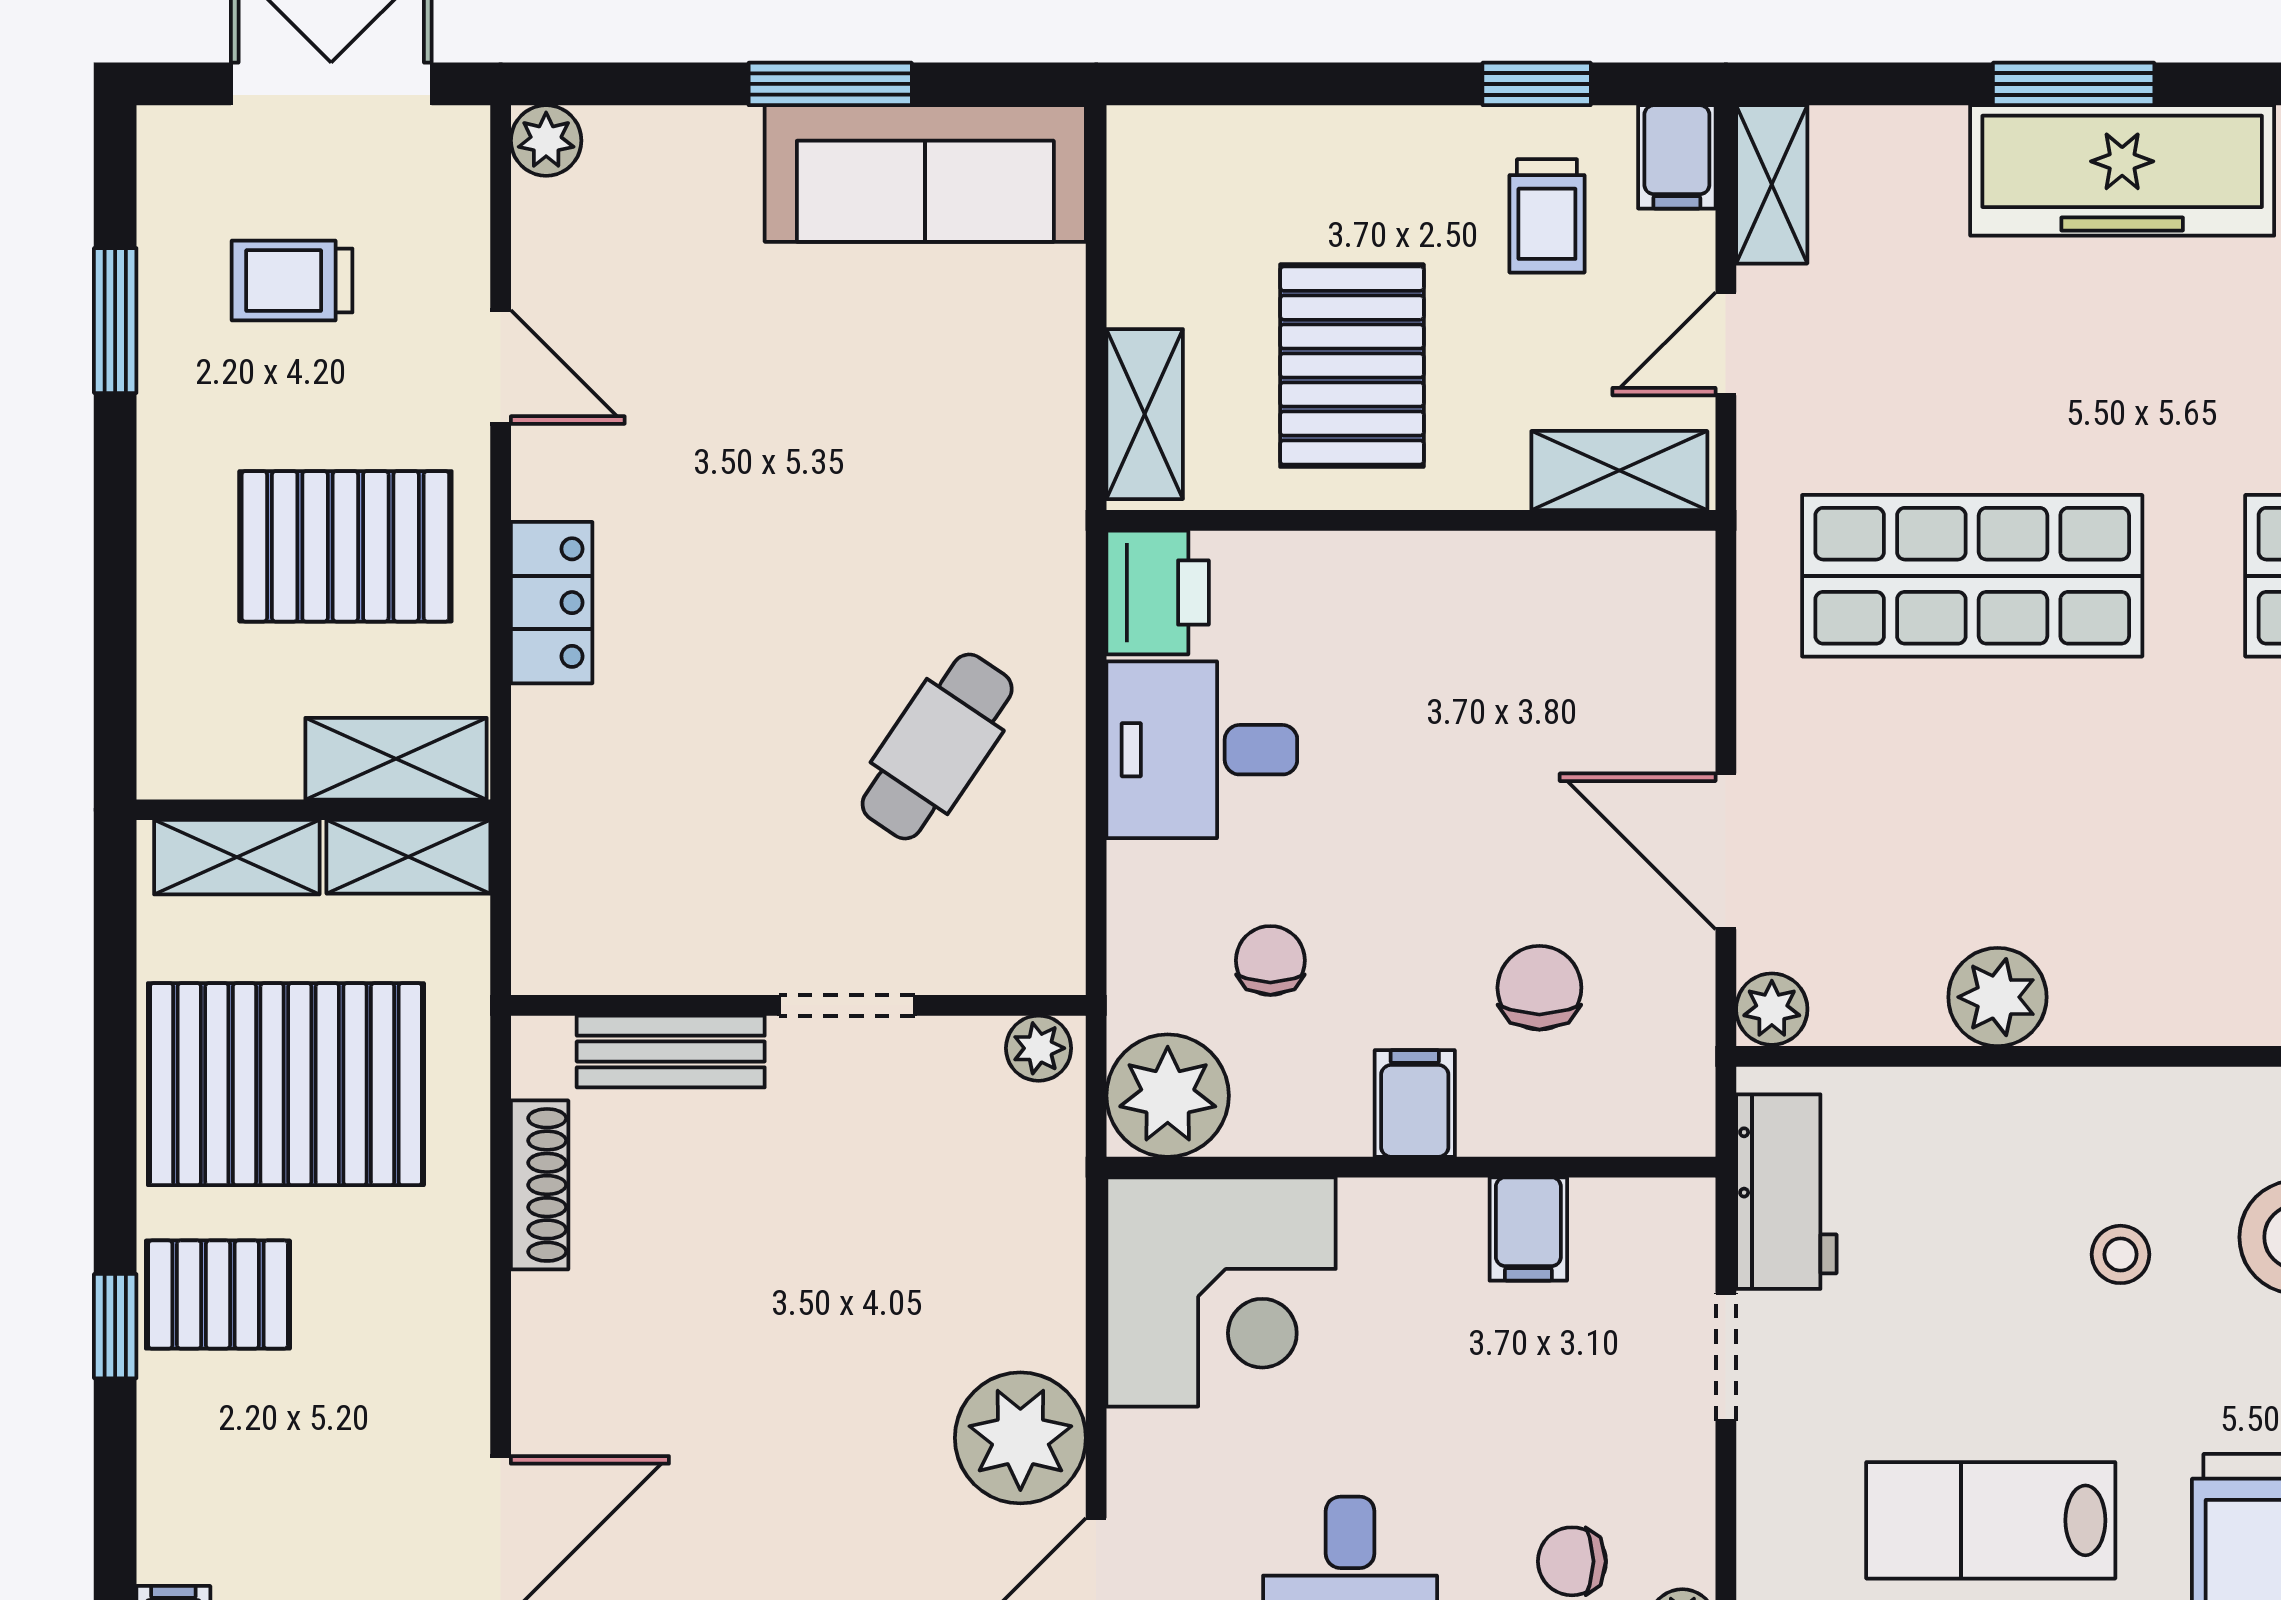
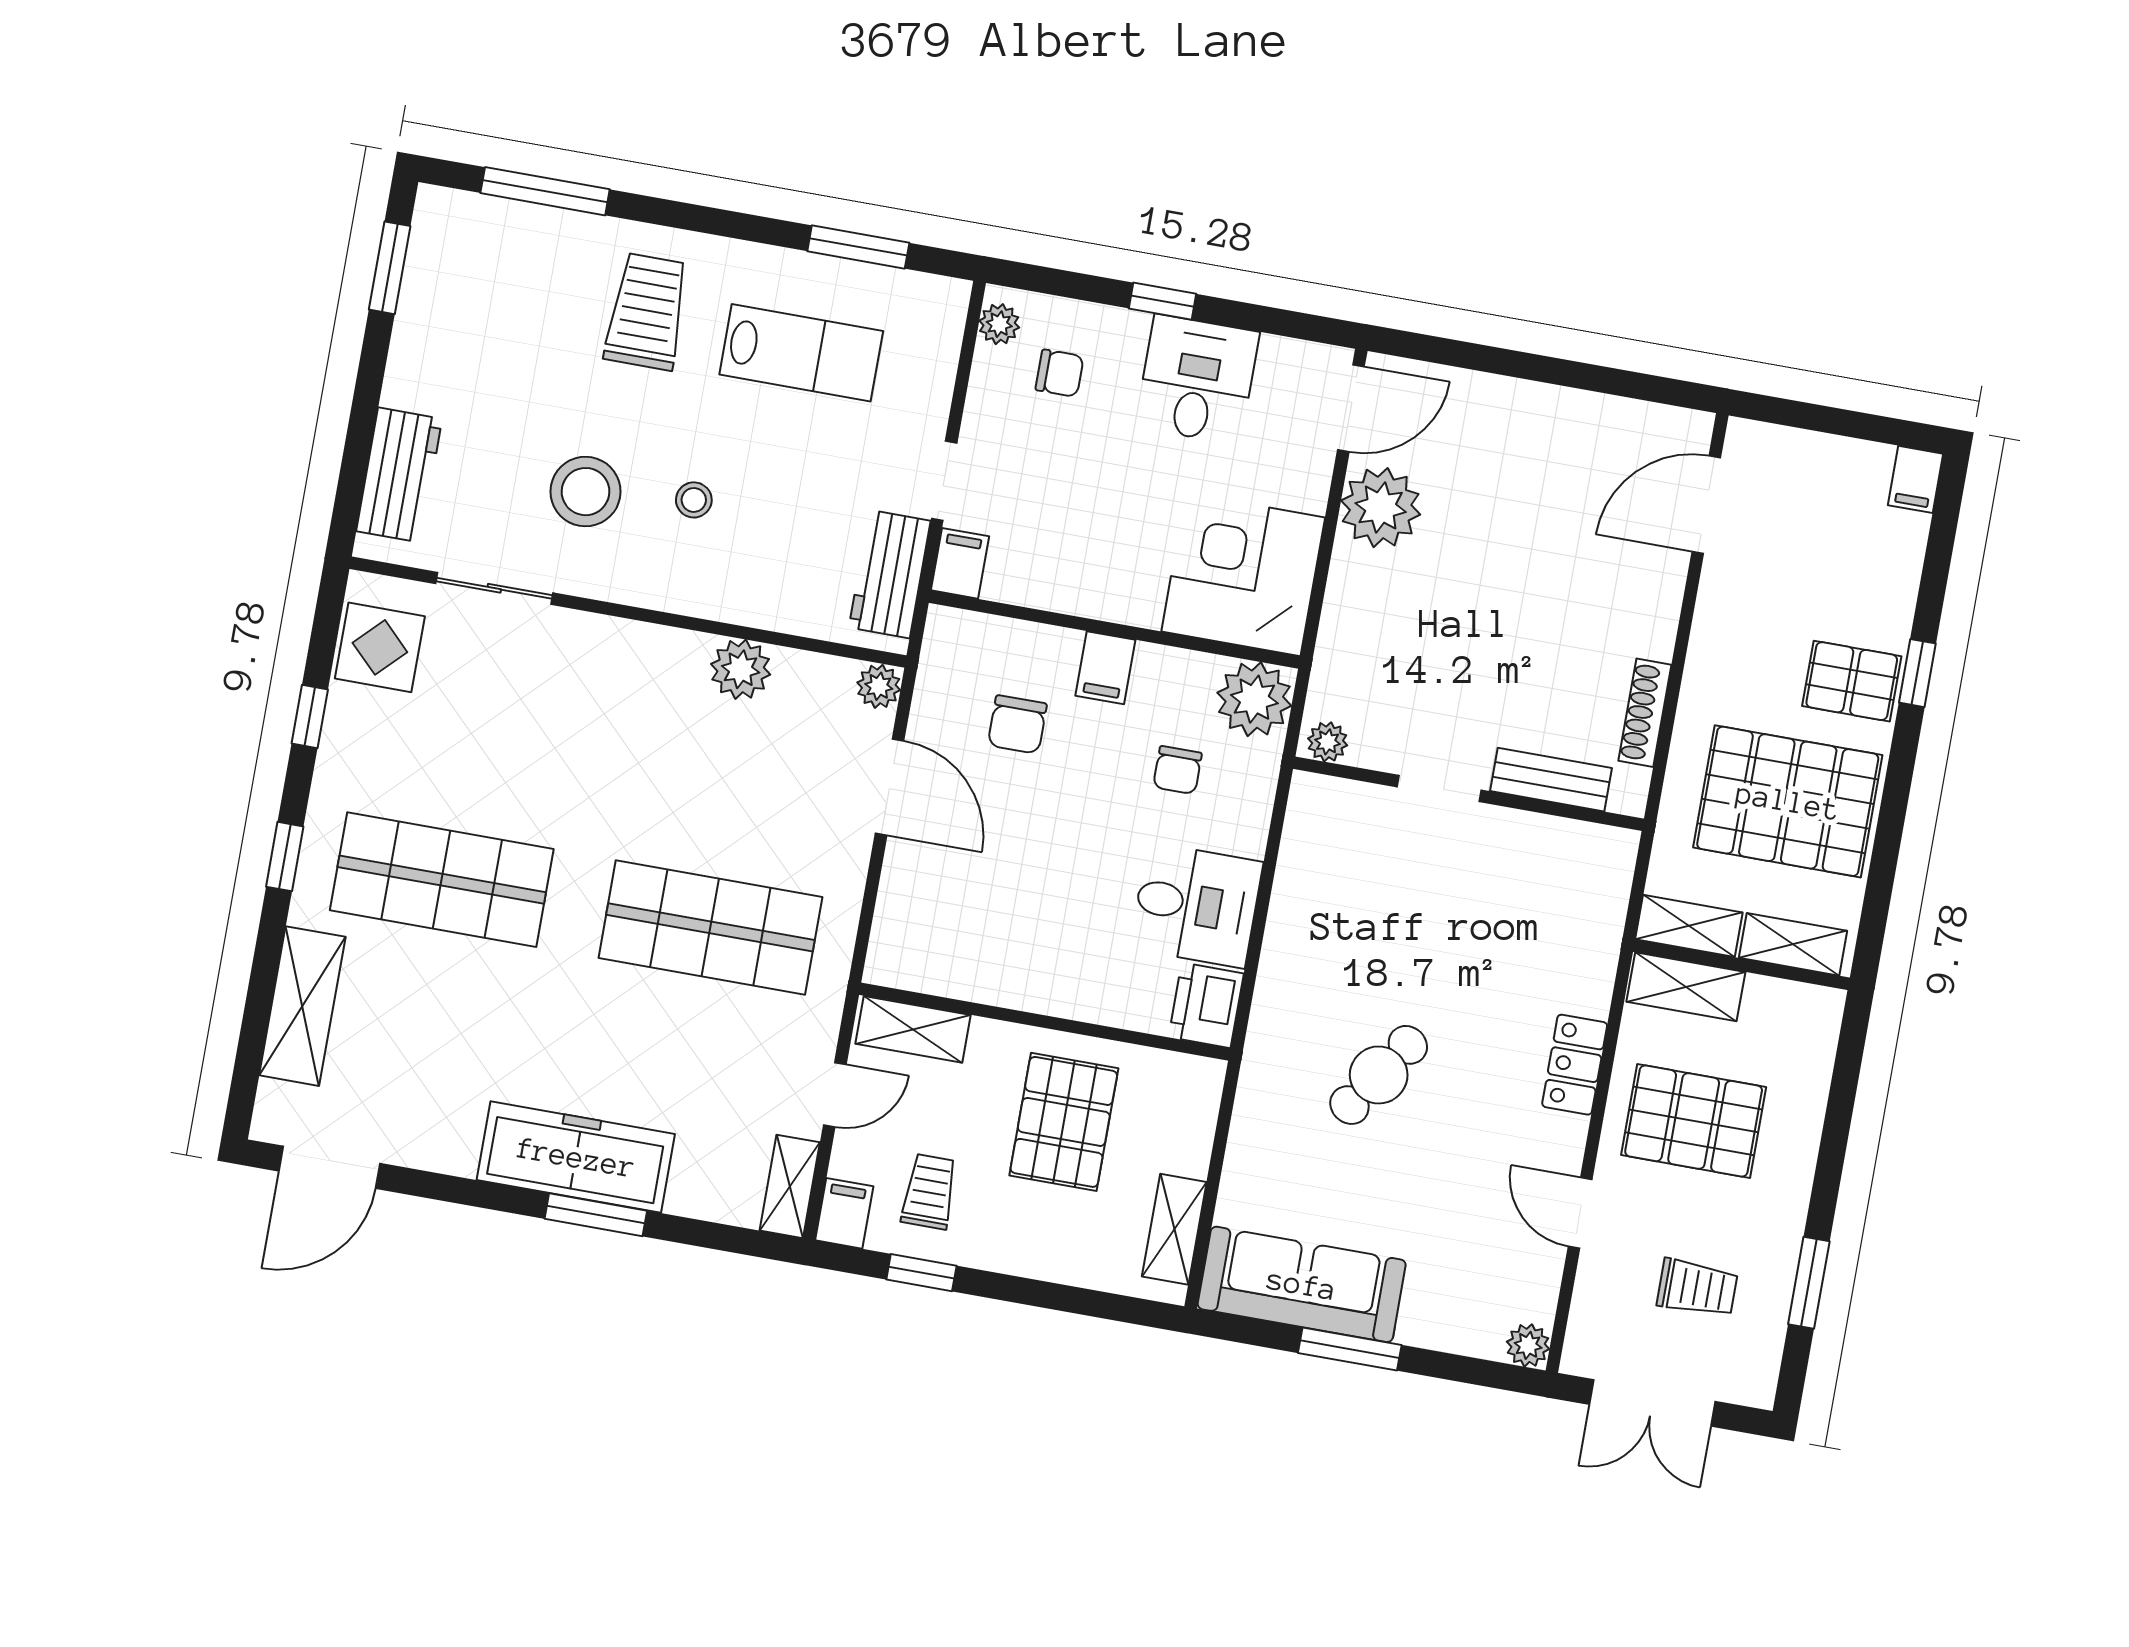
shelving: (1145, 414) -> (1174, 1229), moved
cafe table: (937, 746) -> (1379, 1075), moved
filing cabinet: (1528, 1229) -> (960, 563), moved

